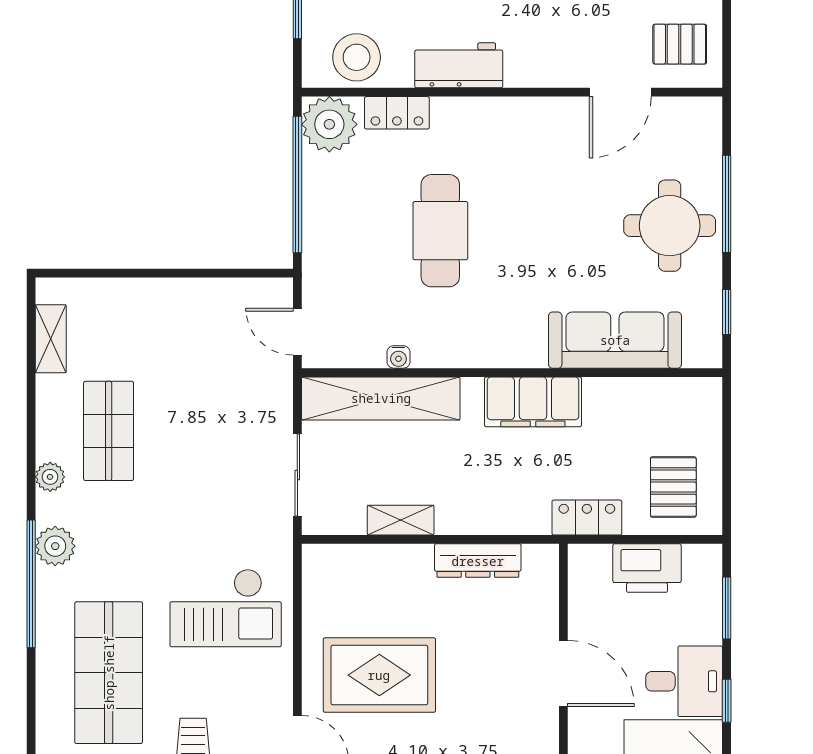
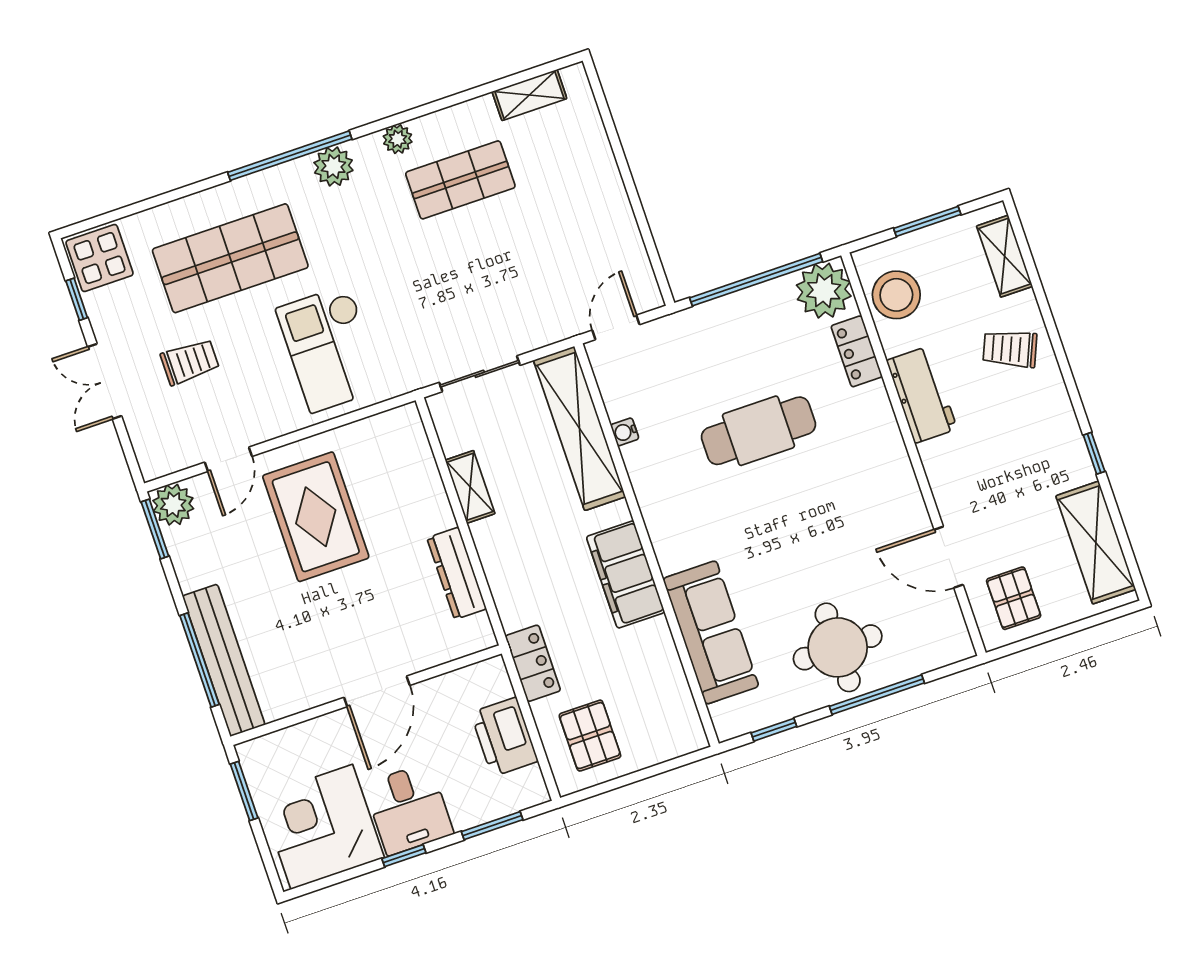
pallet: (673, 487) -> (590, 736), turned 90

